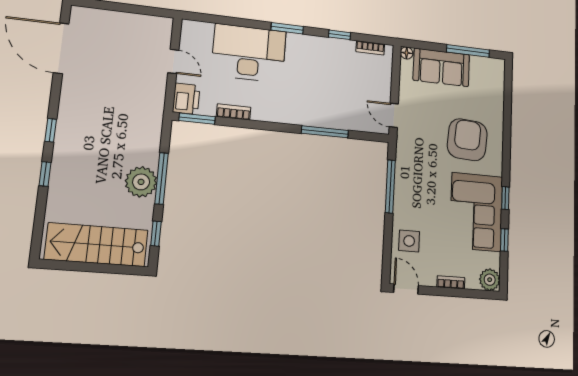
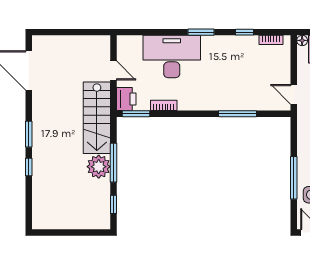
window: (51, 130) -> (29, 134), width x1.50
window: (390, 187) -> (294, 178), moved
stairs: (96, 245) -> (97, 118), moved, turned -90

